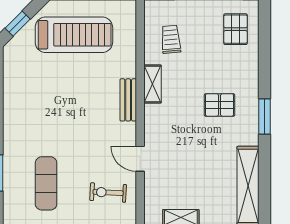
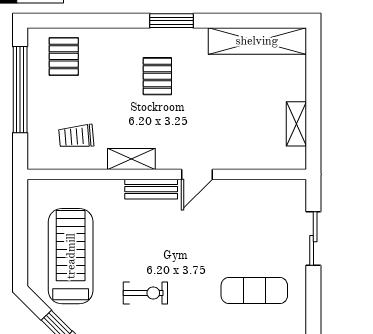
pallet: (235, 29) -> (64, 56), turned 90
door: (140, 159) -> (197, 174), moved
exercise bike: (108, 193) -> (145, 293), moved, turned -93

